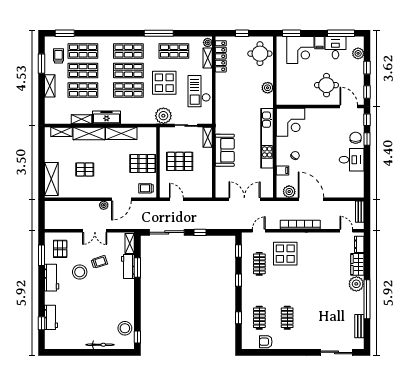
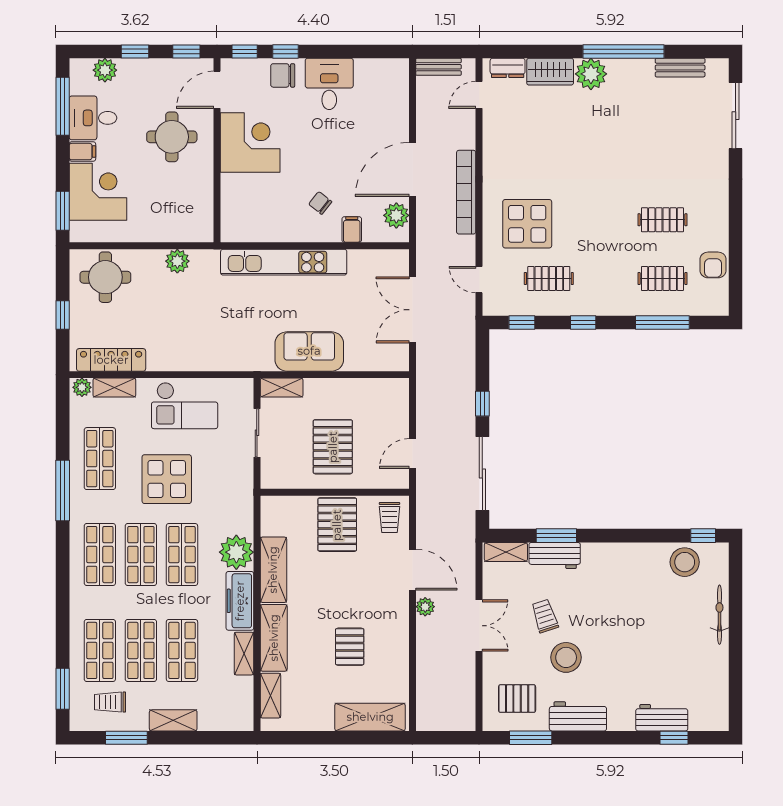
plant: (163, 116) -> (236, 552), moved
corner desk: (291, 122) -> (250, 143), moved
window: (238, 318) -> (662, 322), width x2.17

